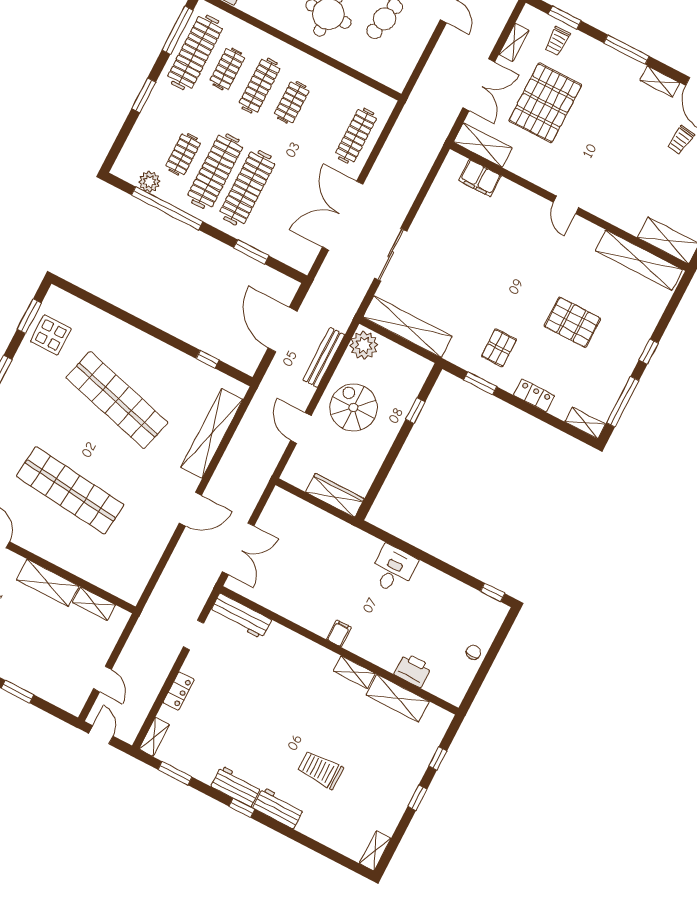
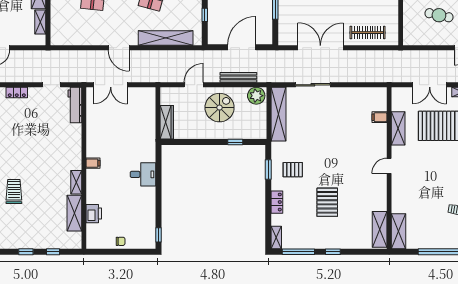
shelving: (483, 145) -> (398, 128), moved
filing cabinet: (480, 178) -> (379, 117), width x0.50
shelving: (639, 260) -> (380, 229), width x0.68

